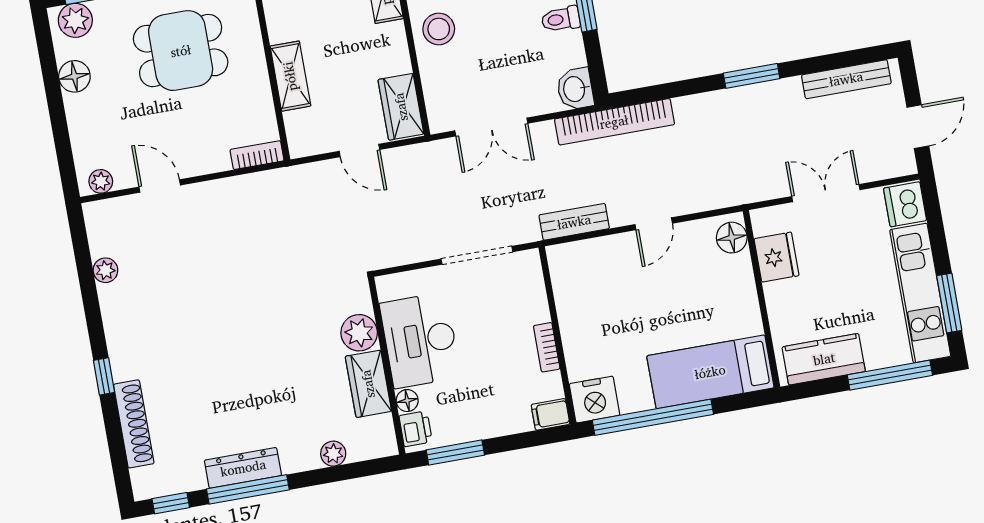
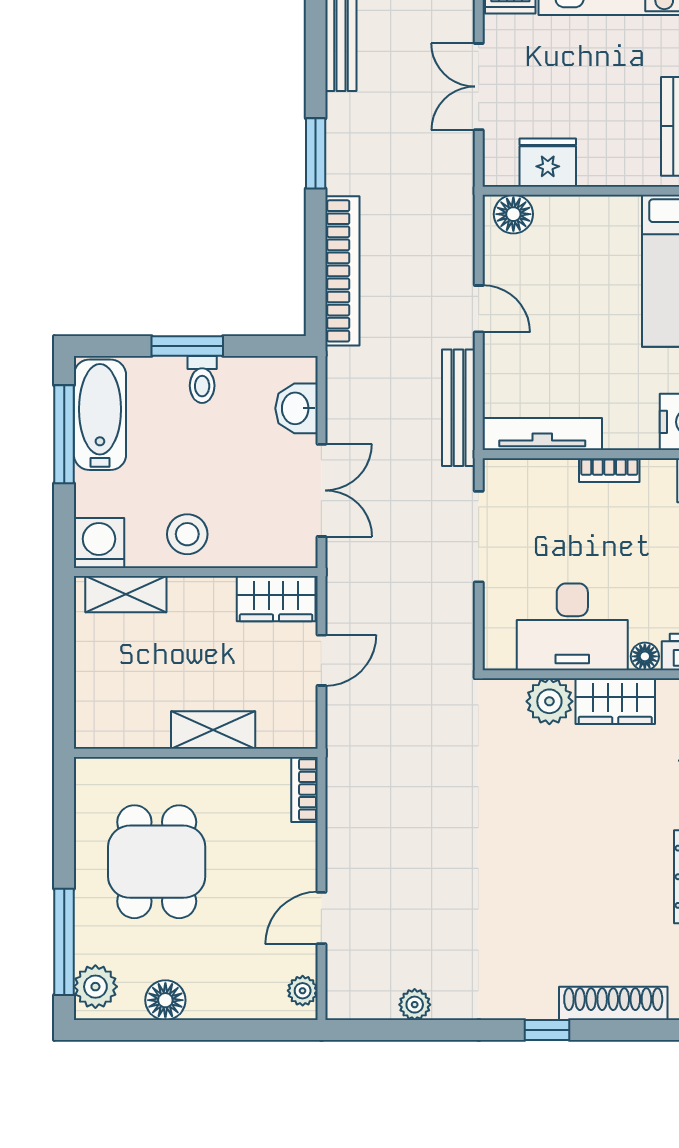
washbasin: (575, 89) -> (296, 408), moved, turned 90
bookcase: (614, 122) -> (342, 271), moved
bench: (574, 222) -> (458, 408), width x1.36
tv unit: (565, 290) -> (542, 434), added

